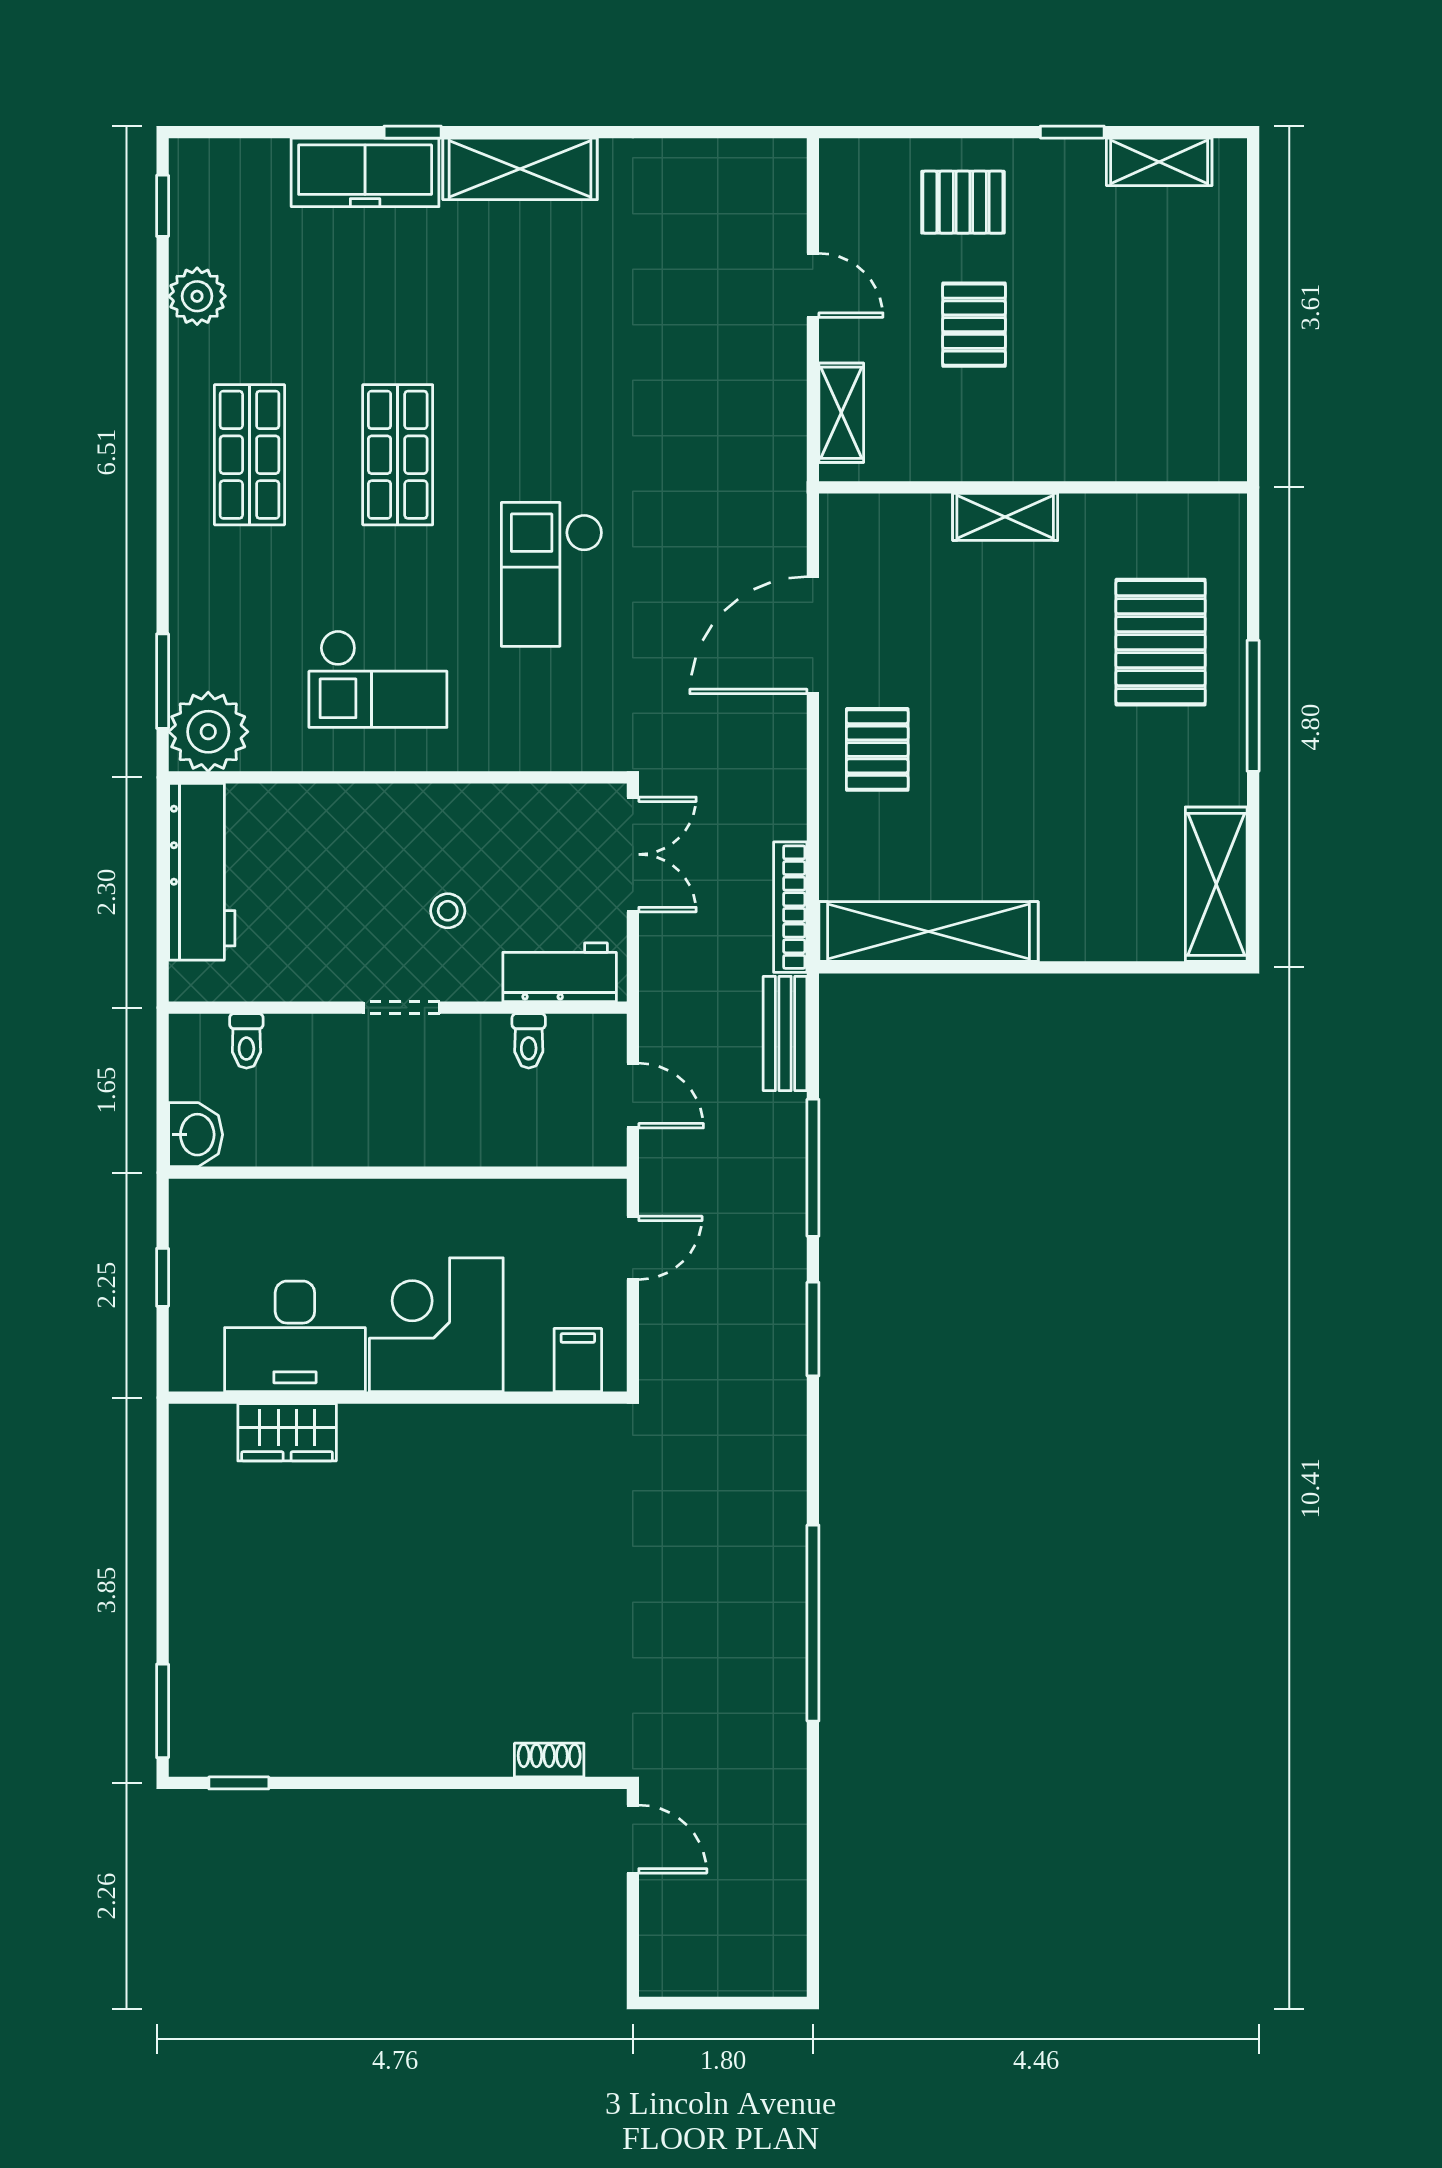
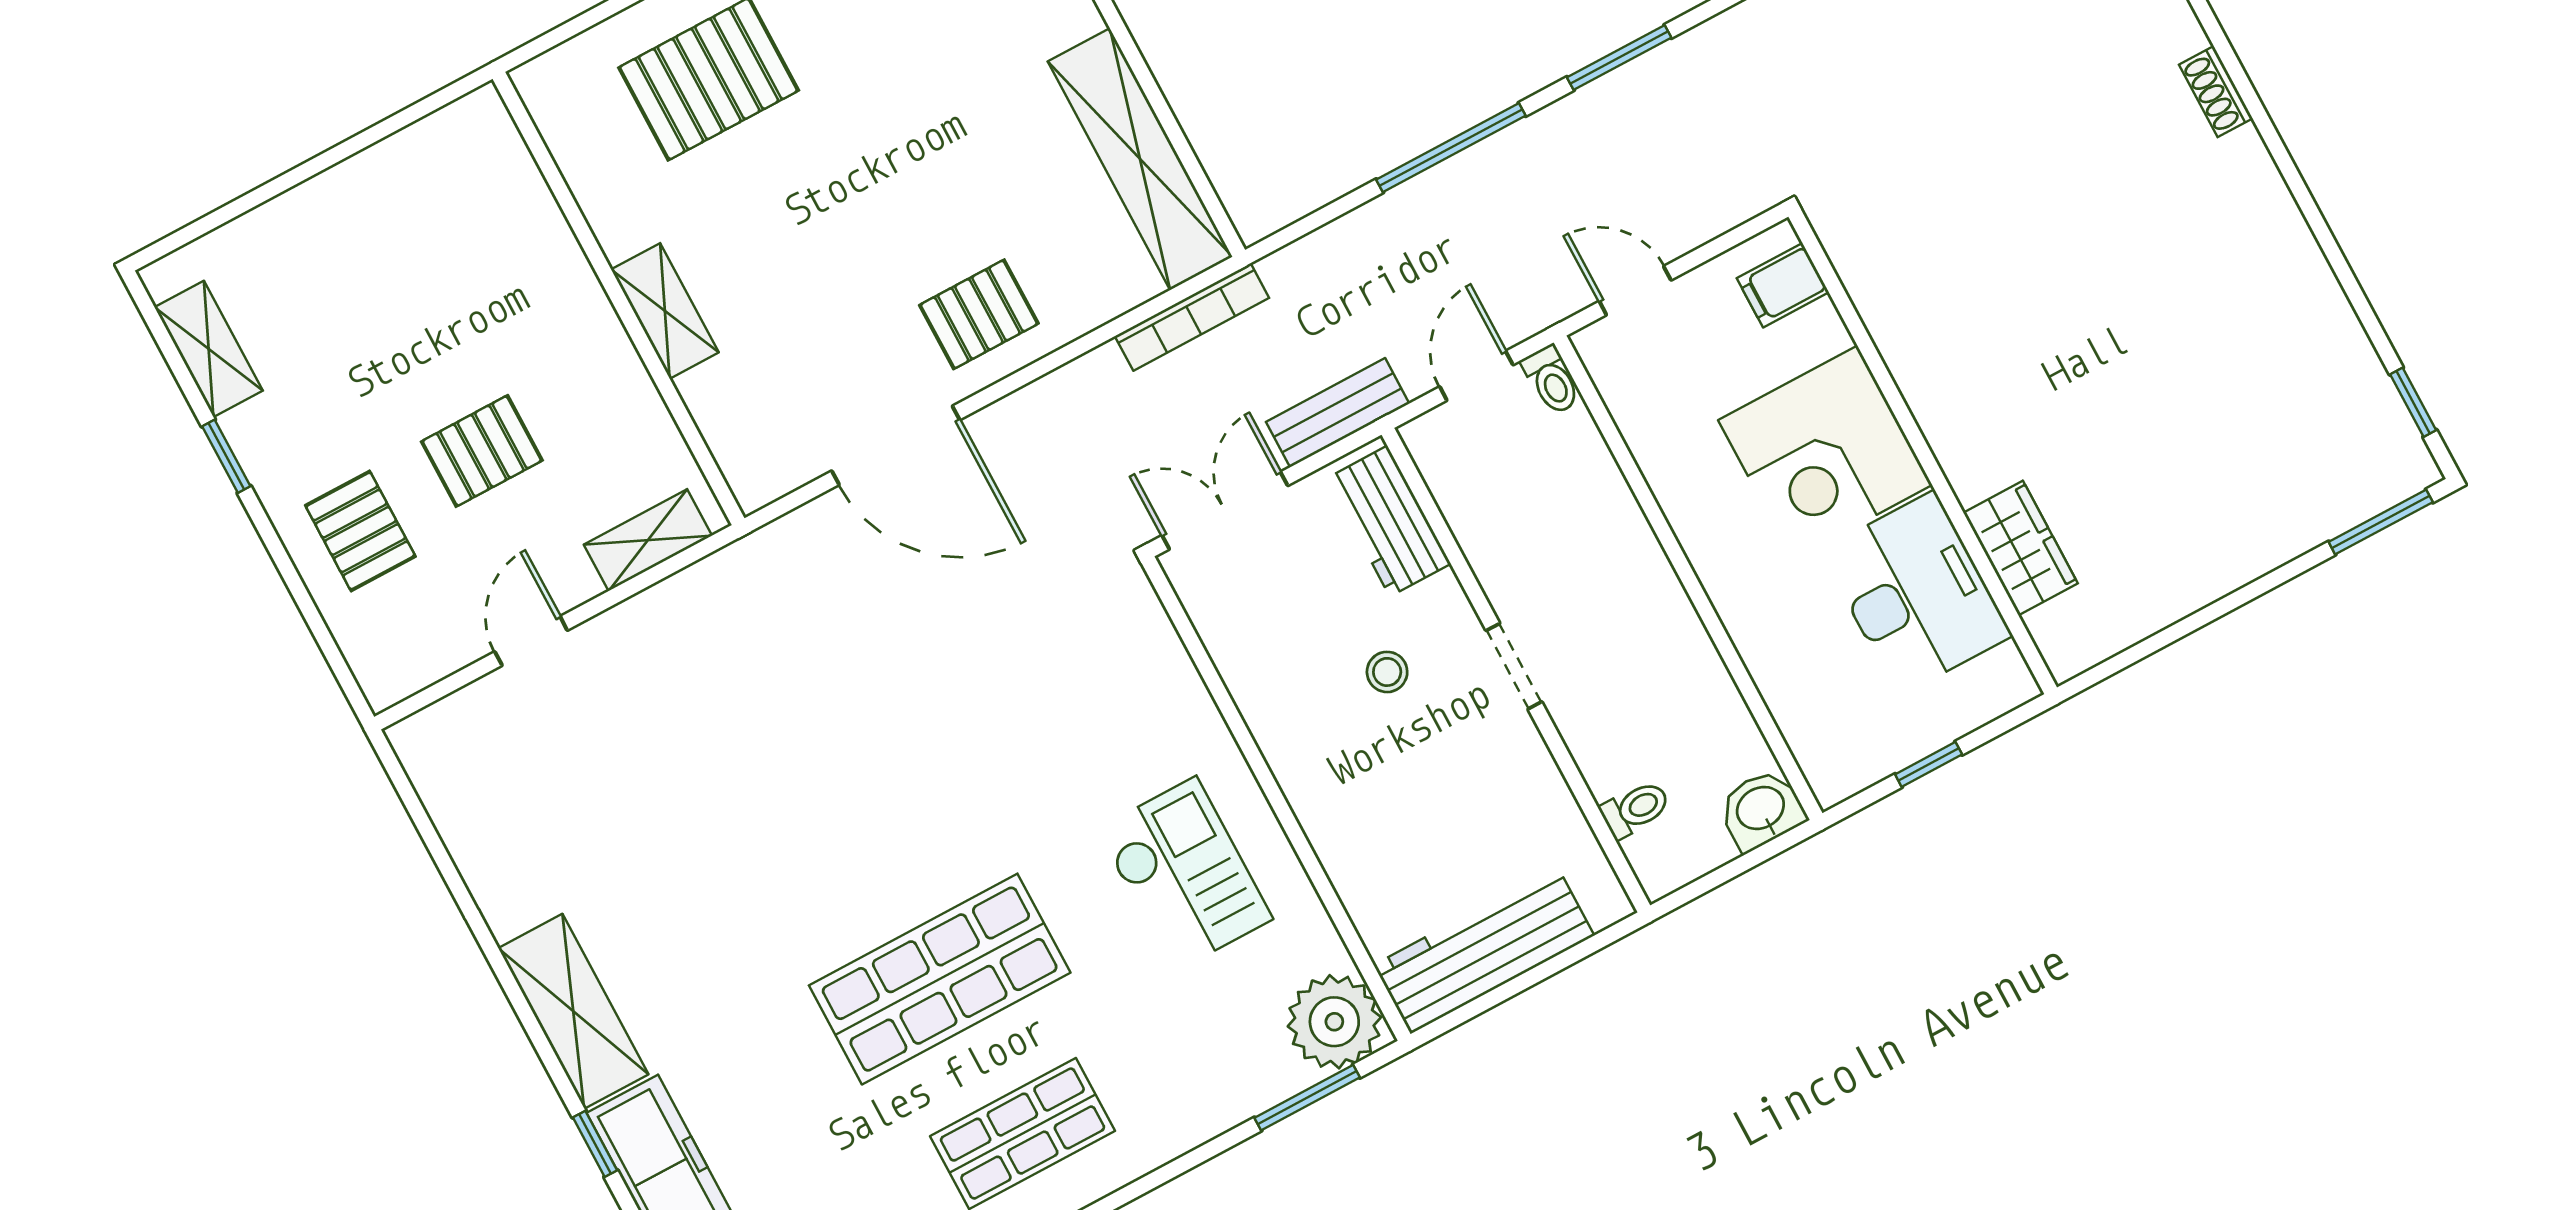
shop shelf: (398, 455) -> (940, 979), width x1.43, depth x1.36
checkout: (552, 574) -> (978, 751), removed
bench: (785, 1034) -> (1338, 413), moved
toilet: (529, 1041) -> (1552, 380), moved, turned 90

